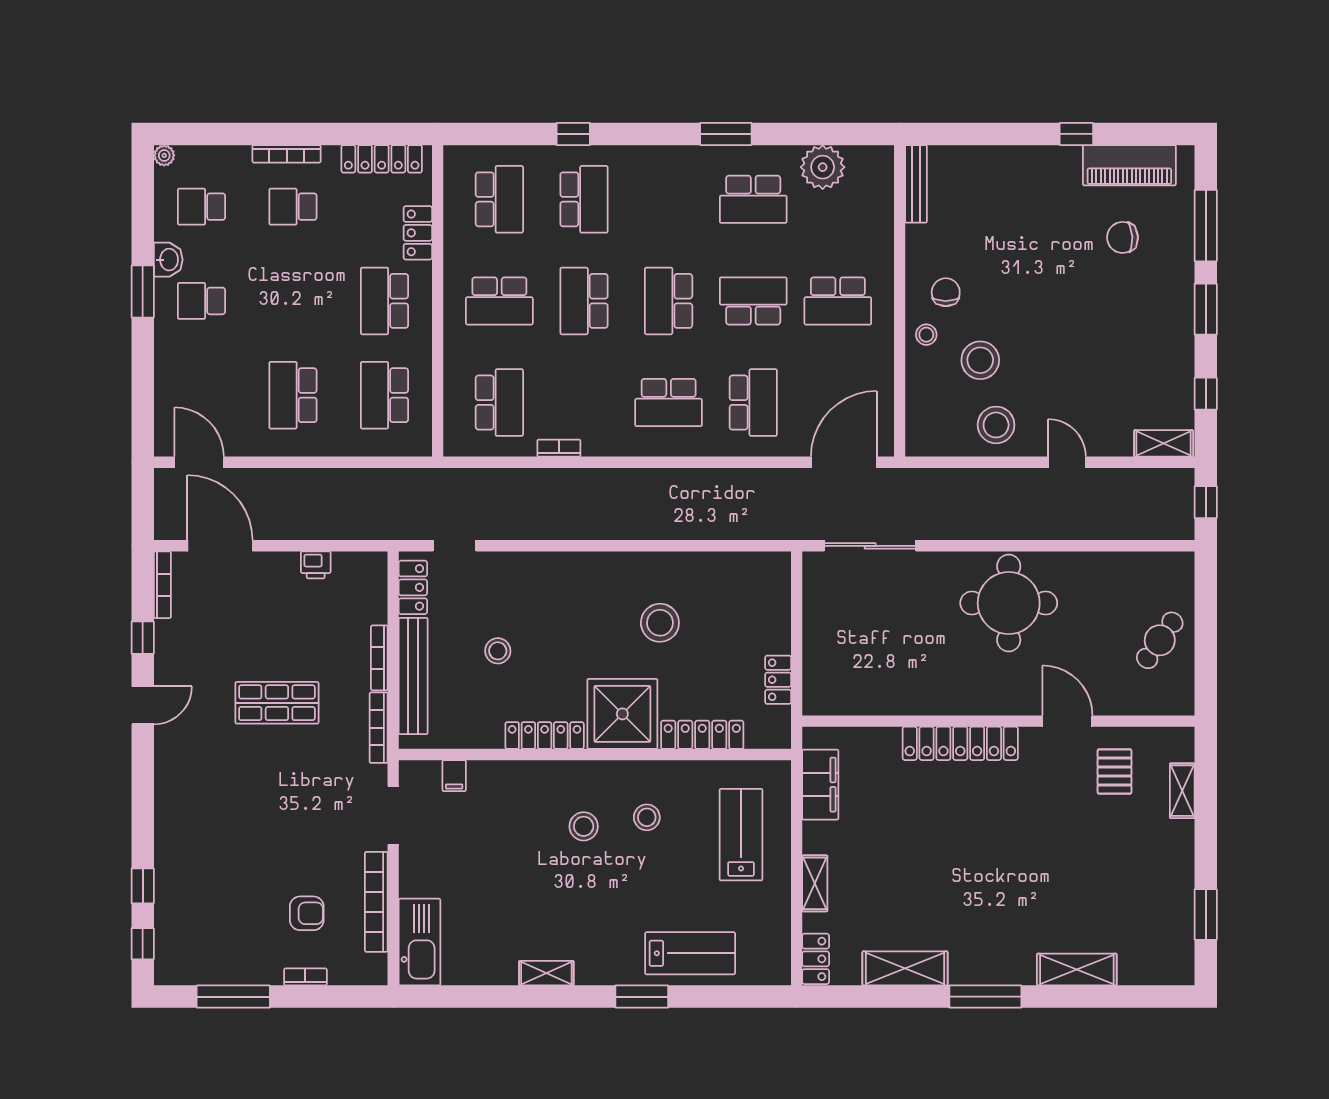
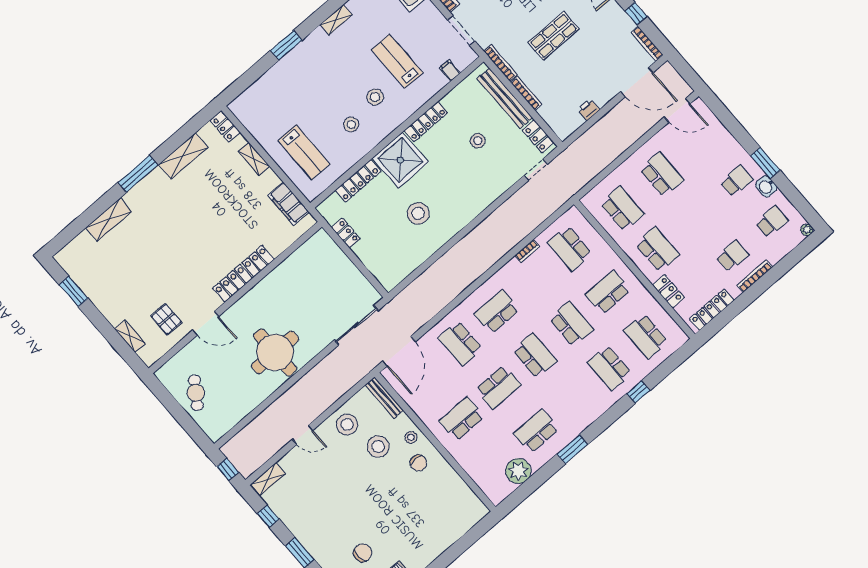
bench: (916, 184) -> (384, 398), moved
lab bench: (690, 953) -> (397, 61), moved, turned 90

